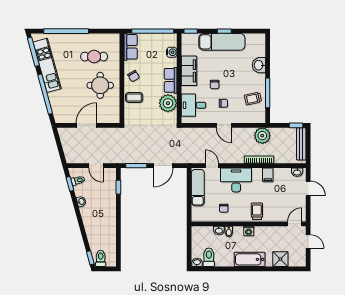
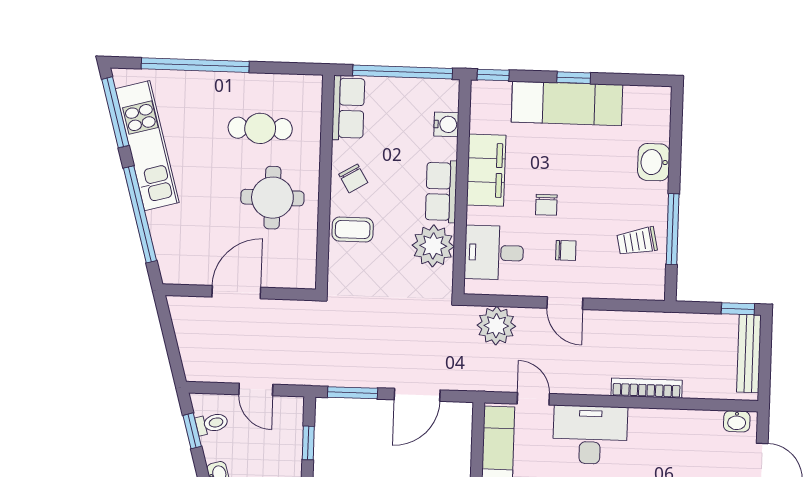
plant: (262, 136) -> (496, 326), moved
filing cabinet: (268, 175) -> (666, 425), removed

